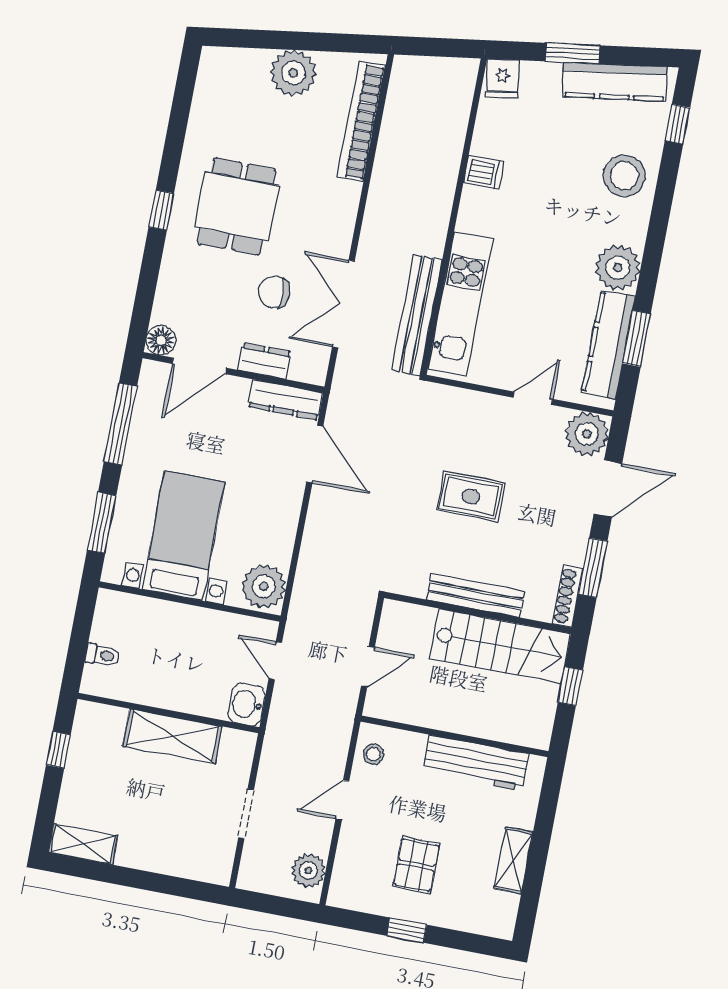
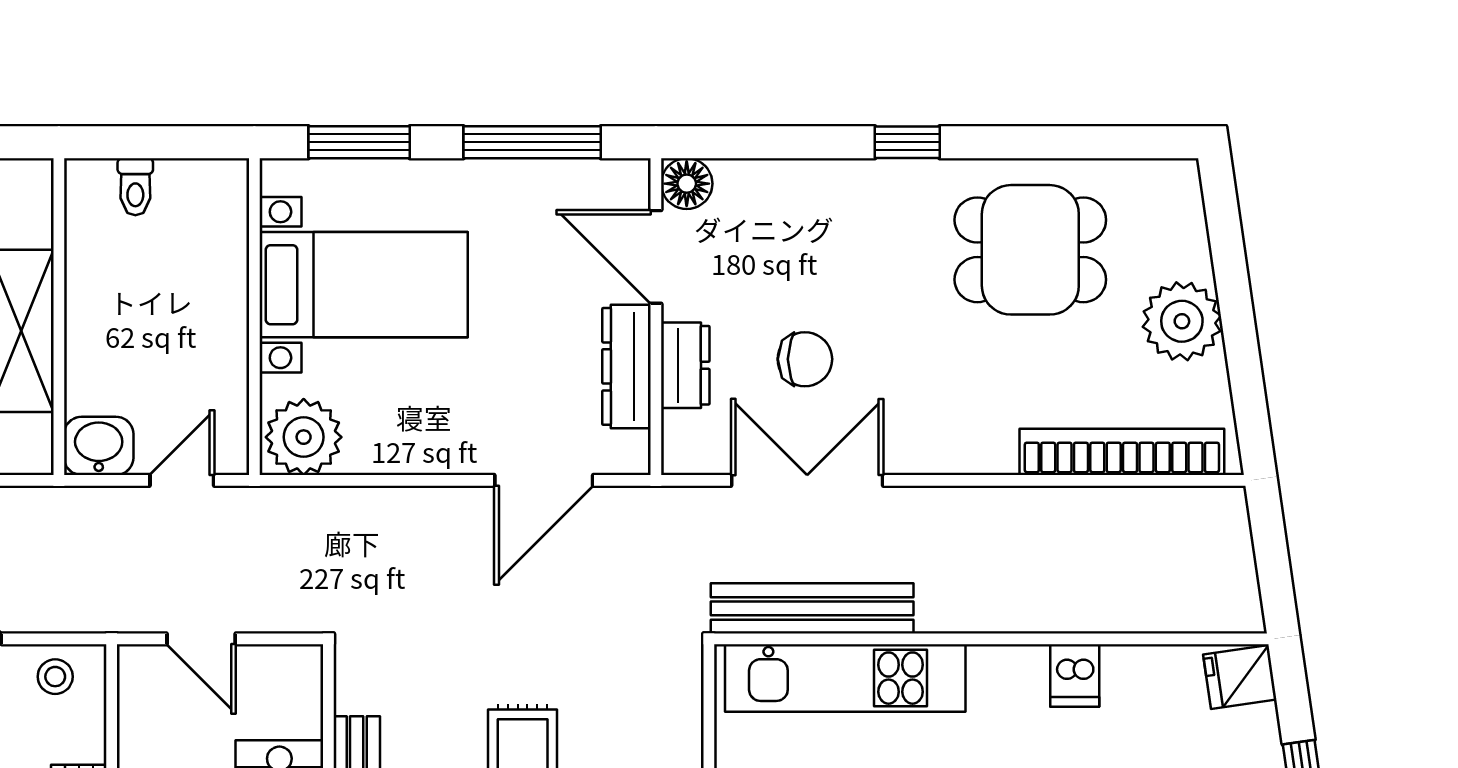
dining table: (237, 206) -> (1030, 250), moved
chair: (274, 292) -> (805, 359), turned 90
dresser: (285, 400) -> (626, 366), moved

